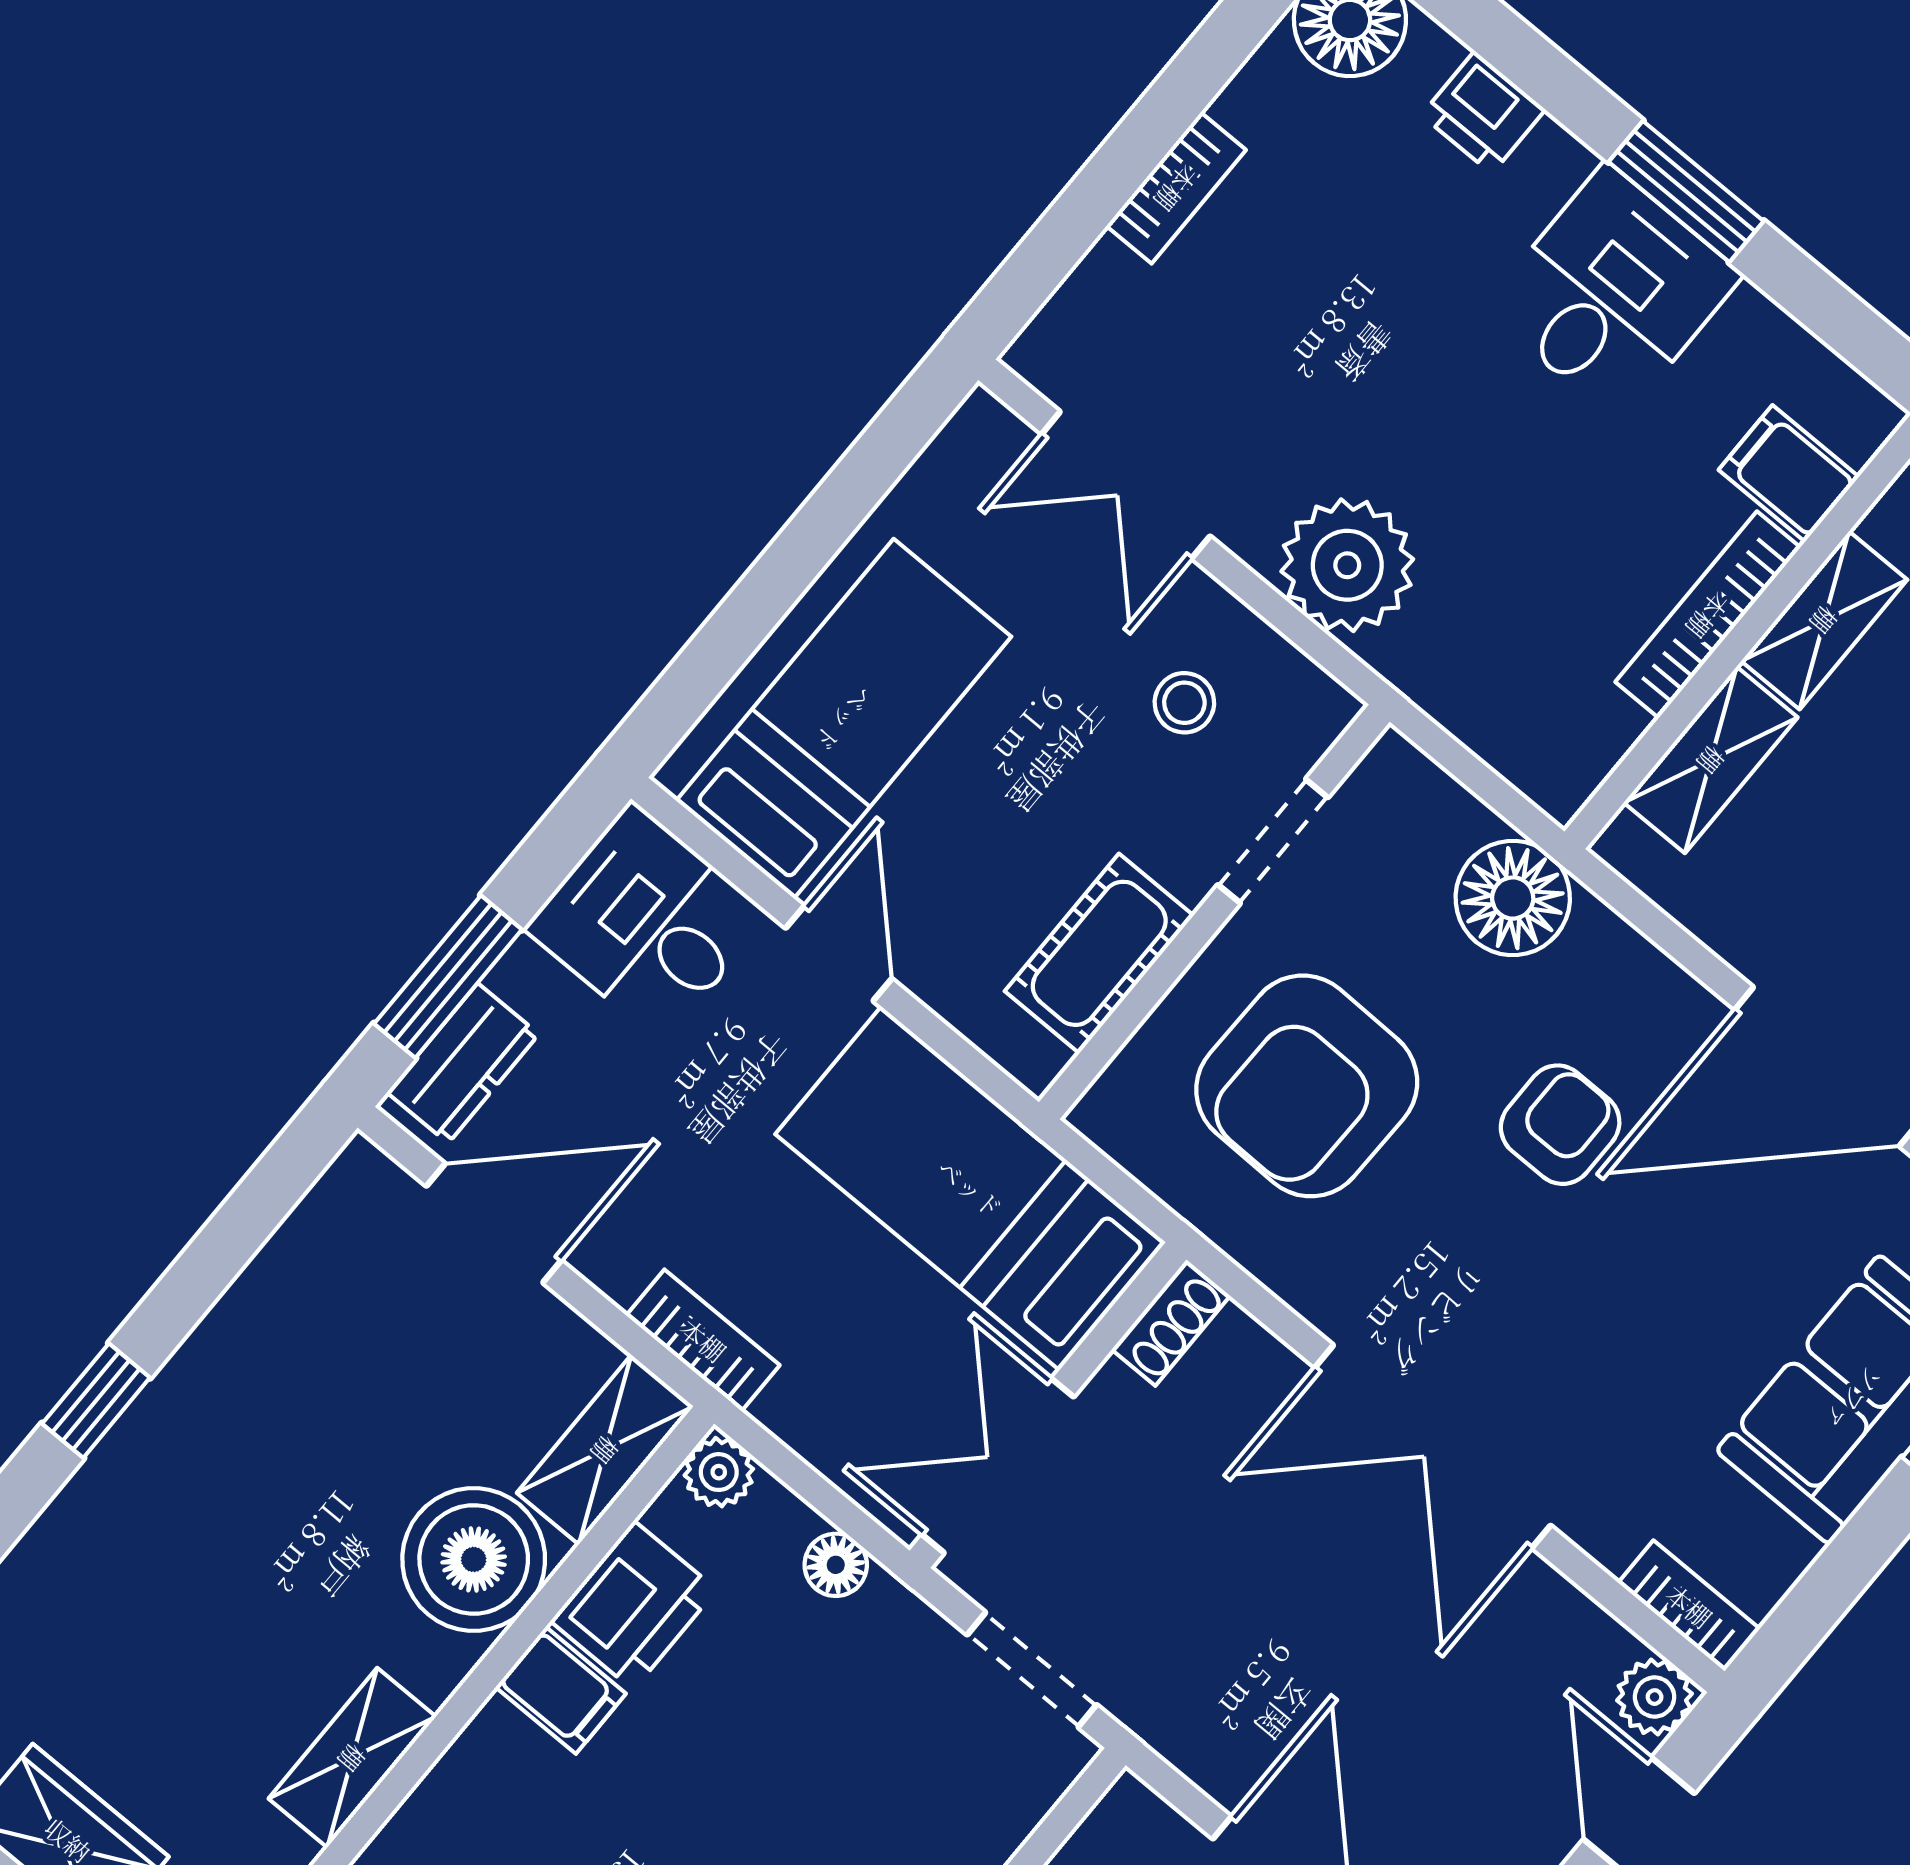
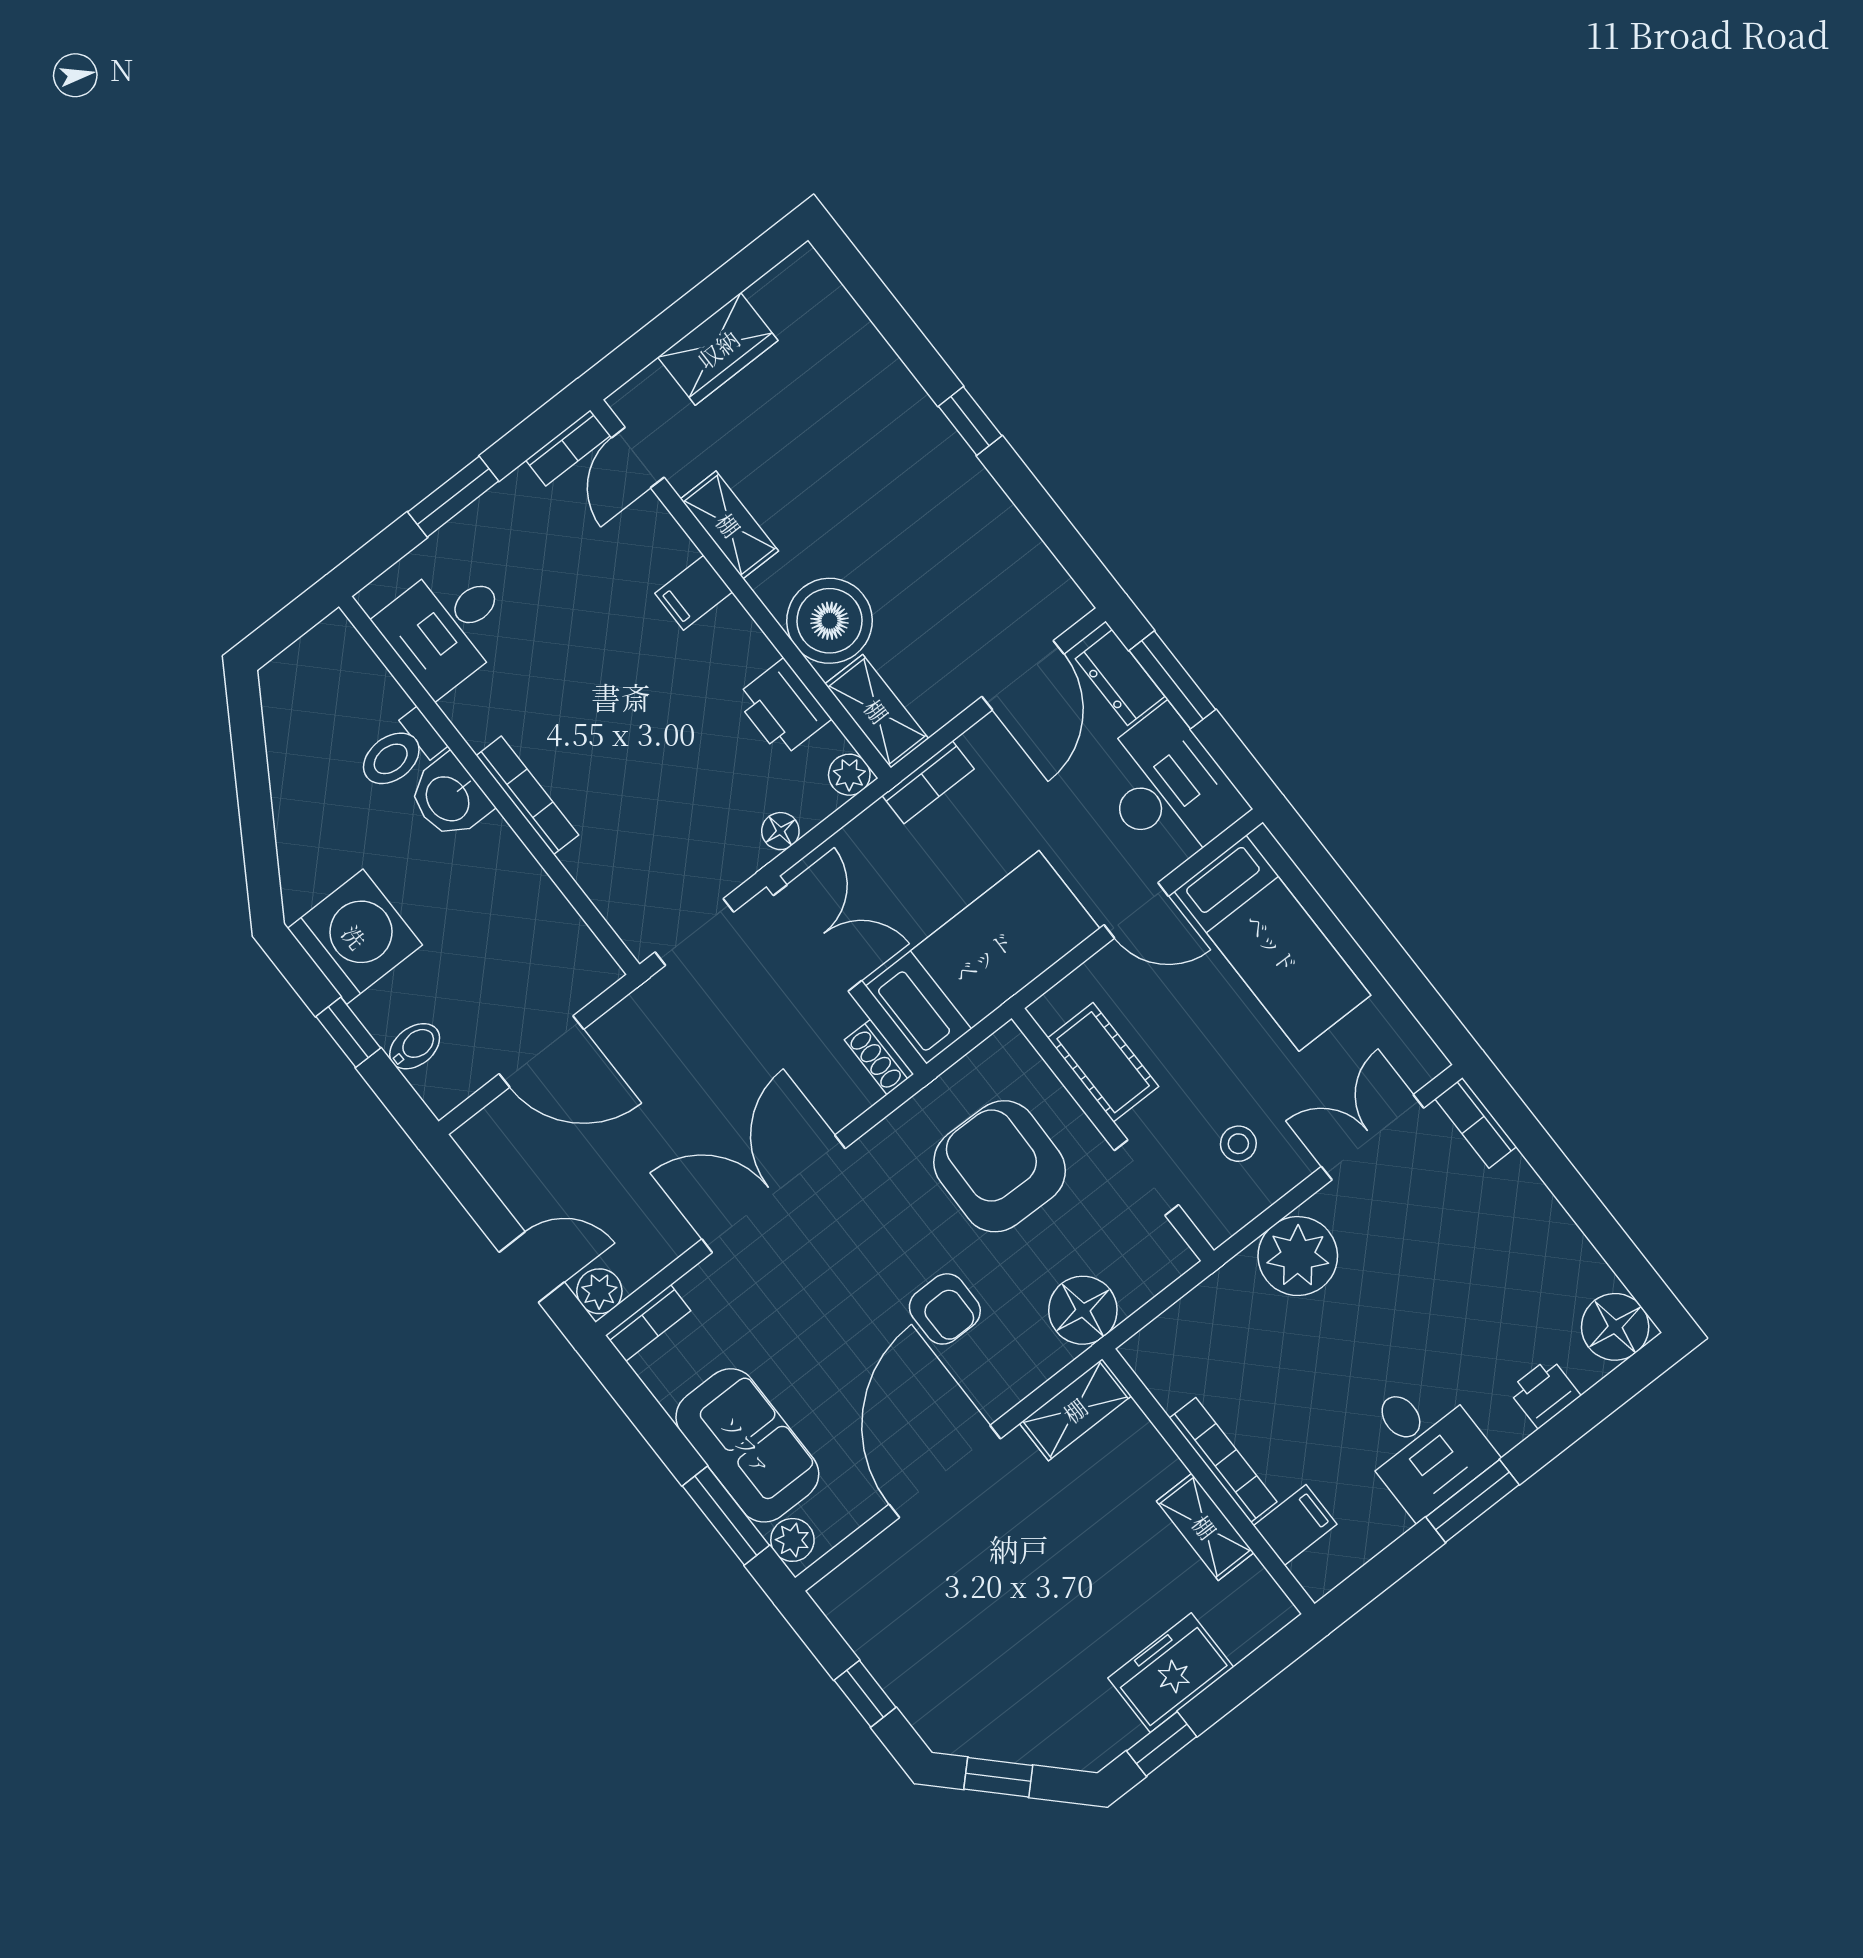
bookcase: (1176, 188) -> (1476, 1123), moved
shelving: (1711, 760) -> (1075, 1410), moved, turned 90
desk: (647, 922) -> (1167, 788), width x1.37
filing cabinet: (561, 1690) -> (694, 593), moved

